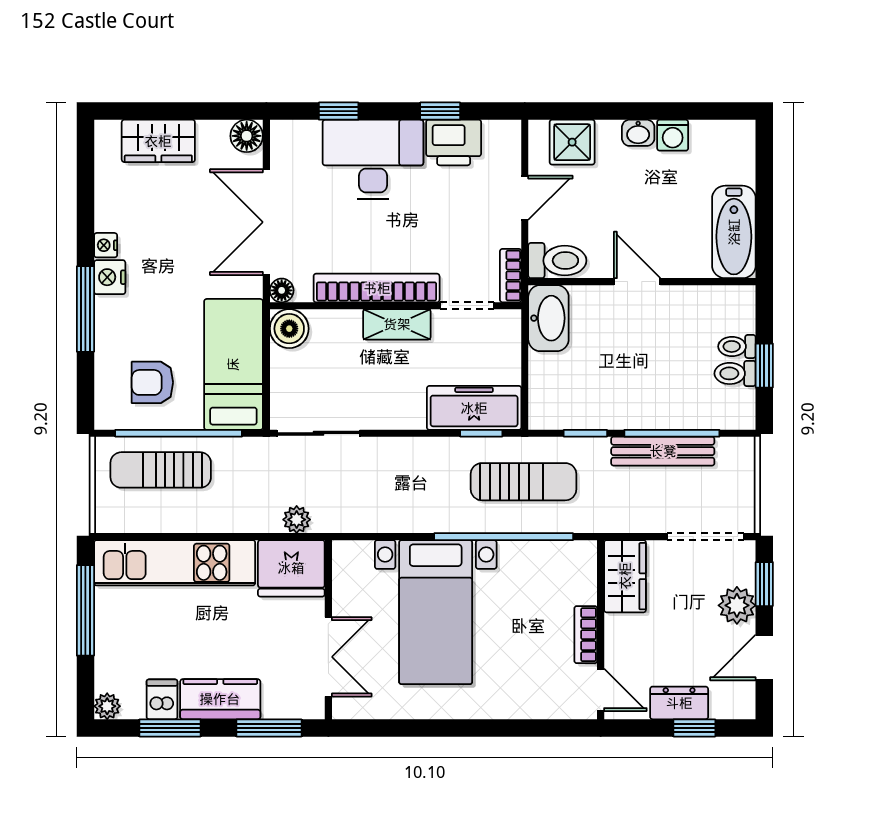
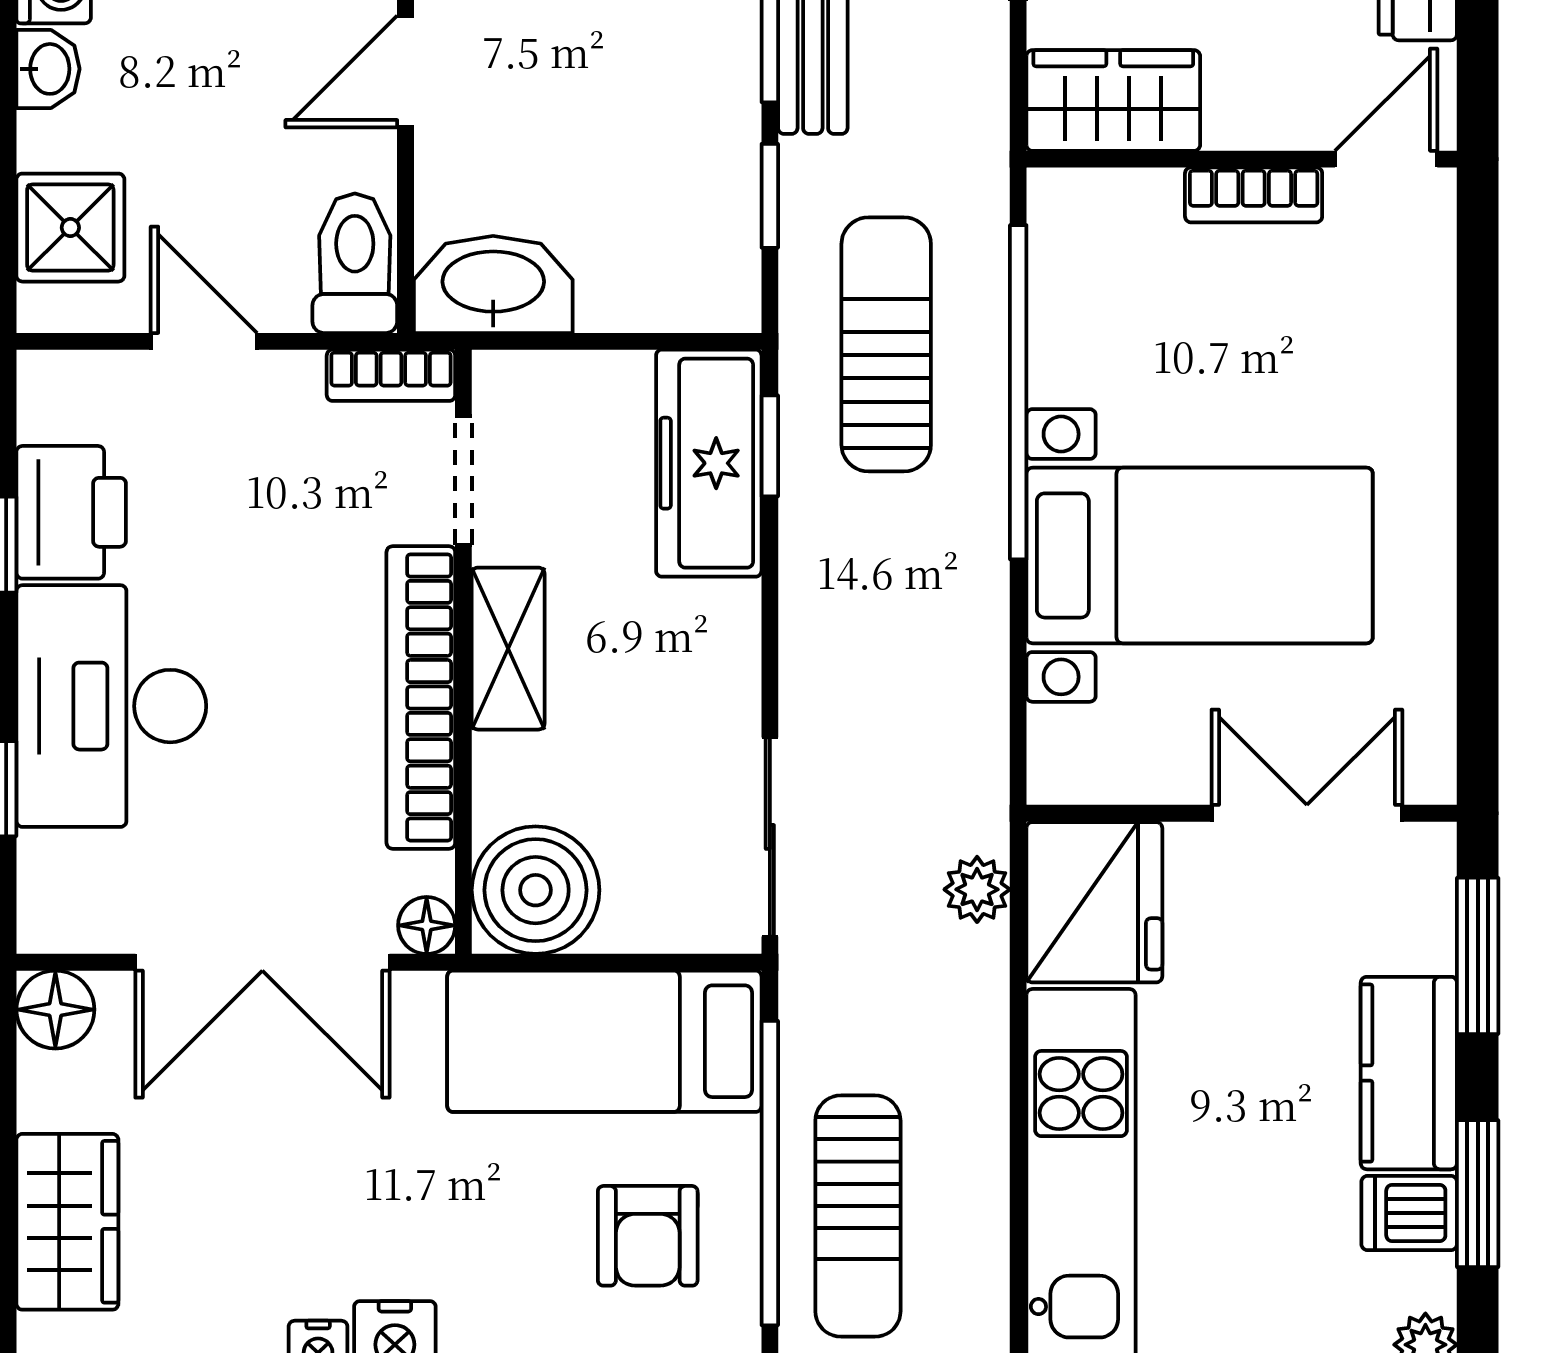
boiler: (289, 329) -> (536, 890), width x1.37, depth x1.37

